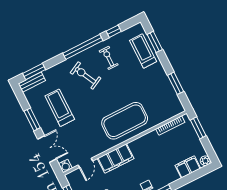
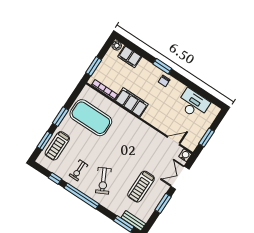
window: (176, 83) -> (60, 117), moved
exercise mat: (125, 121) -> (91, 118), moved
filing cabinet: (116, 158) -> (132, 102), moved

